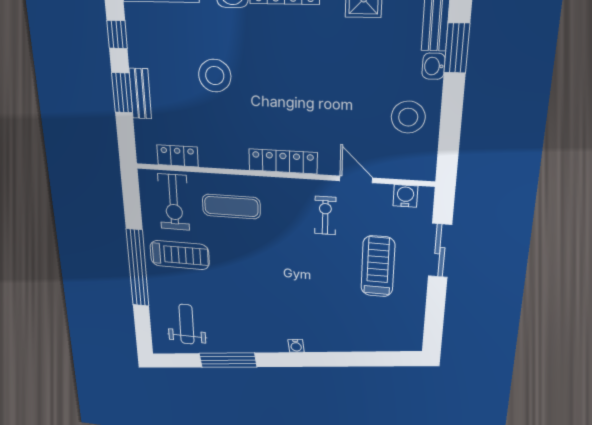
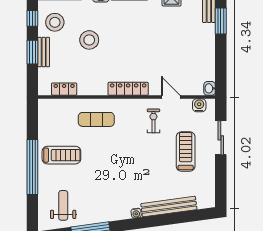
washbasin: (434, 66) -> (210, 88), moved
stool: (408, 117) -> (55, 22), moved
exercise bike: (174, 202) -> (60, 119), removed
bench: (347, 342) -> (169, 207), added

